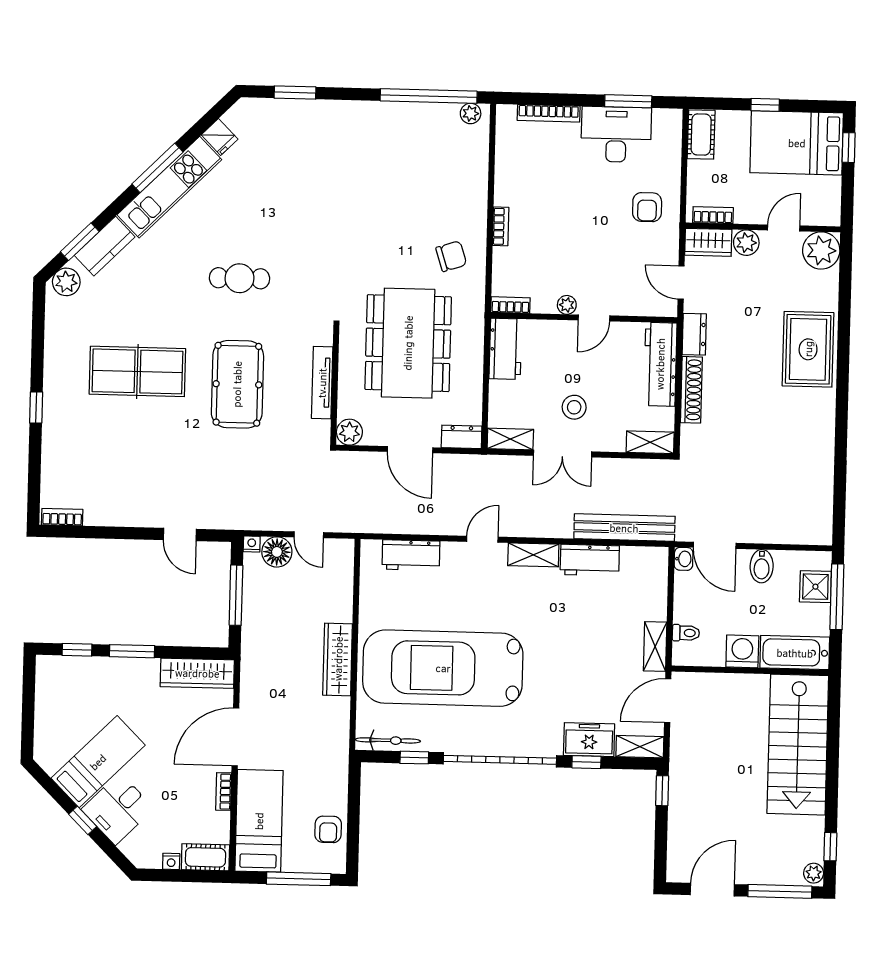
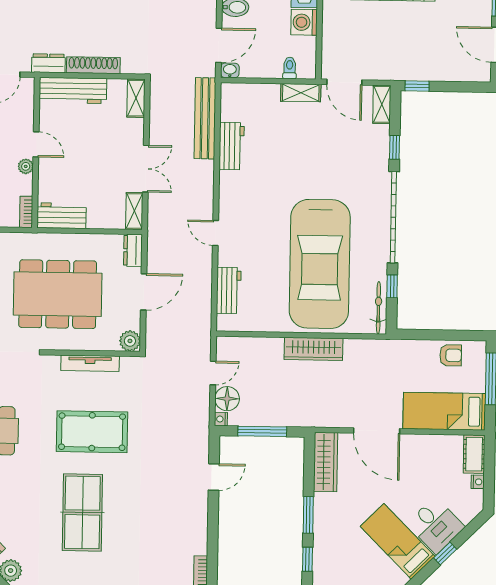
stool: (574, 407) -> (108, 160), removed
shelving: (533, 555) -> (228, 192), removed
freezer: (589, 740) -> (376, 145), removed
bookcase: (224, 792) -> (421, 440), removed

